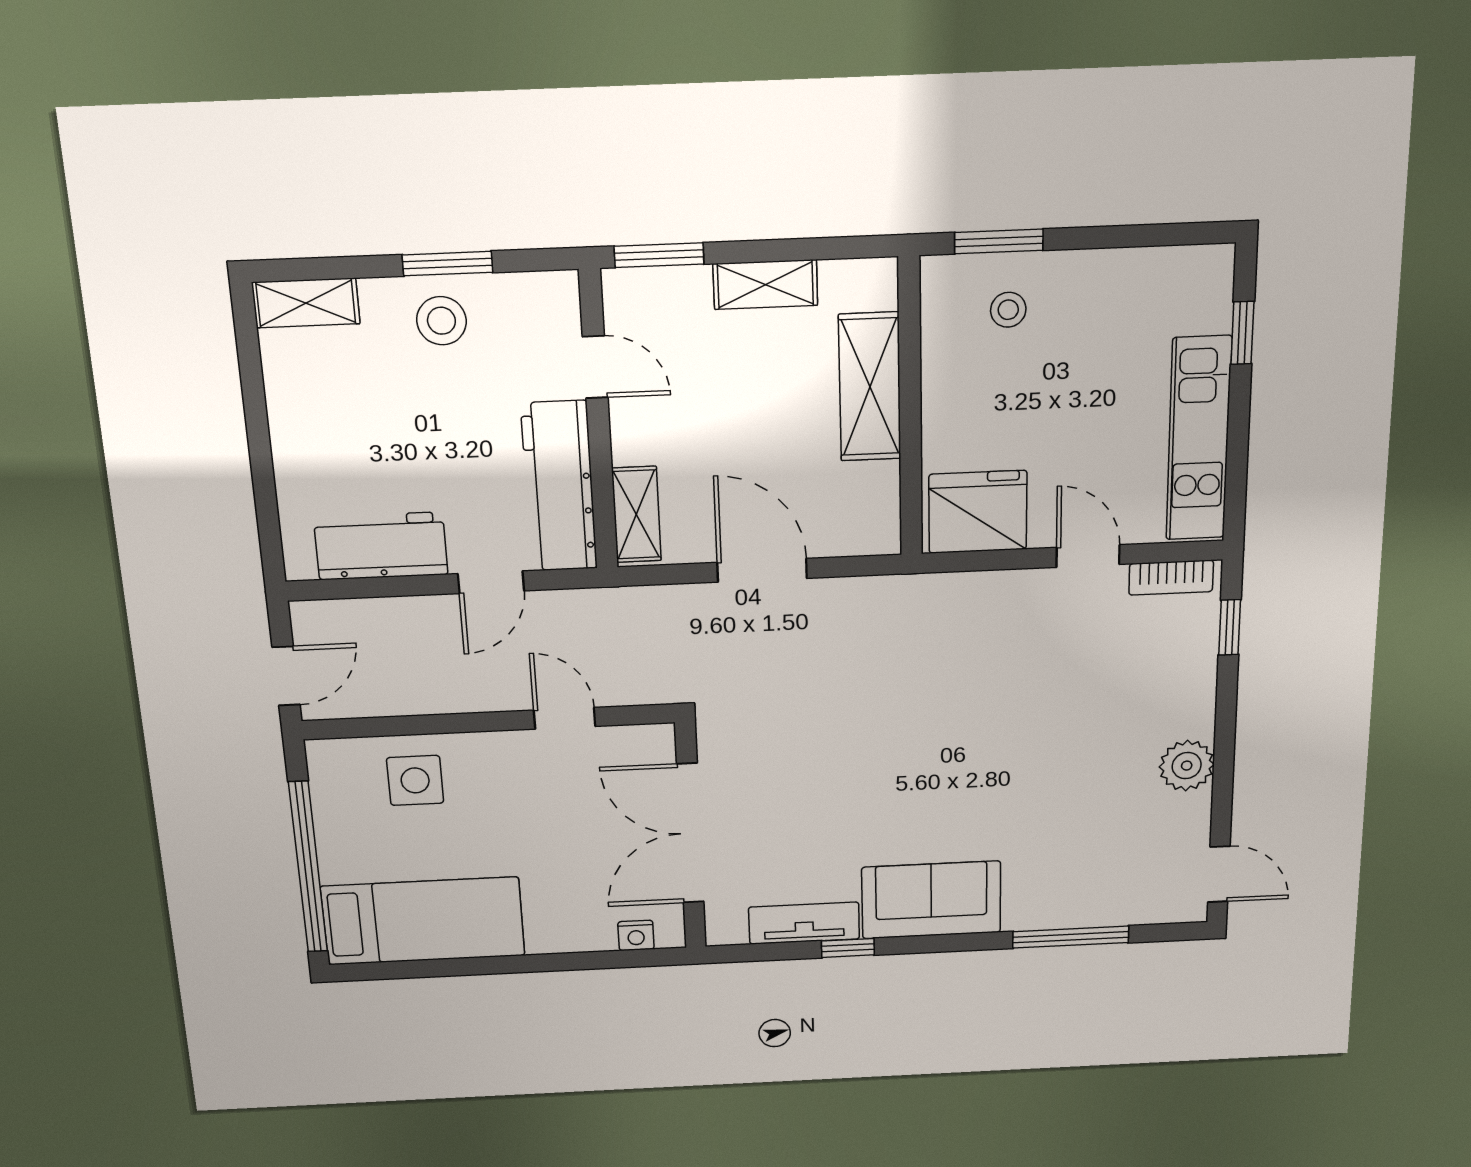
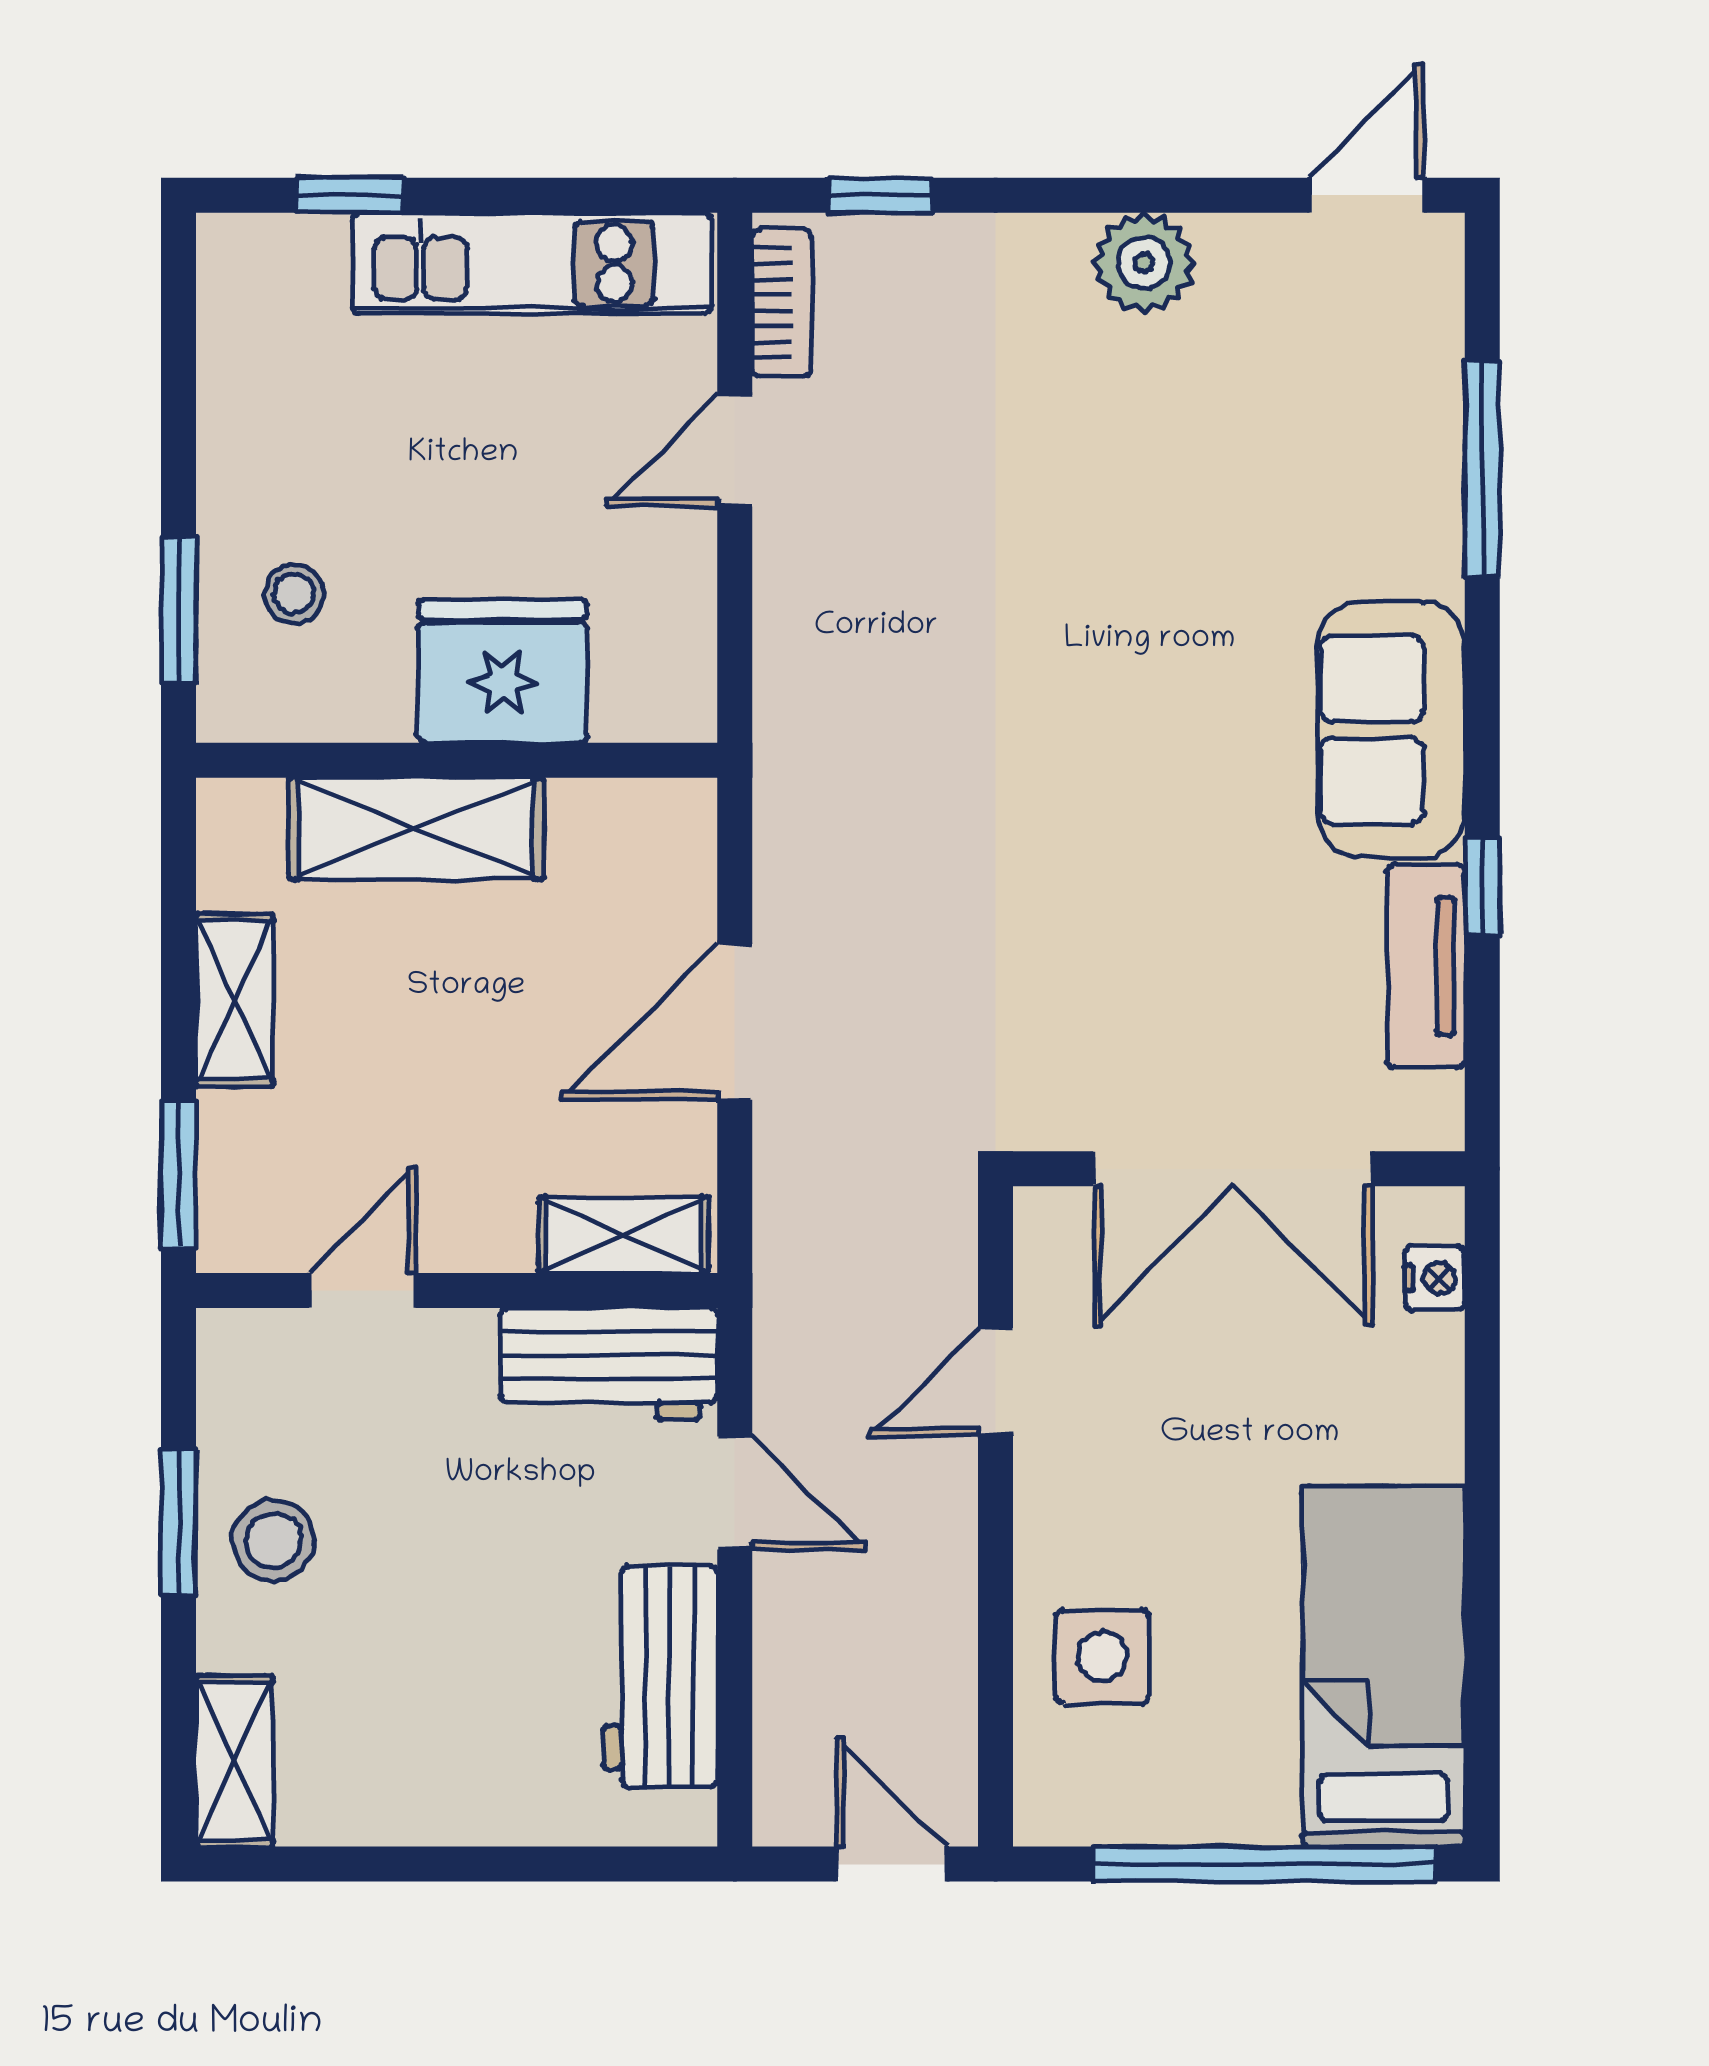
workbench: (559, 486) -> (609, 1364), width x0.73
fridge: (978, 512) -> (503, 671), moved, turned 90

